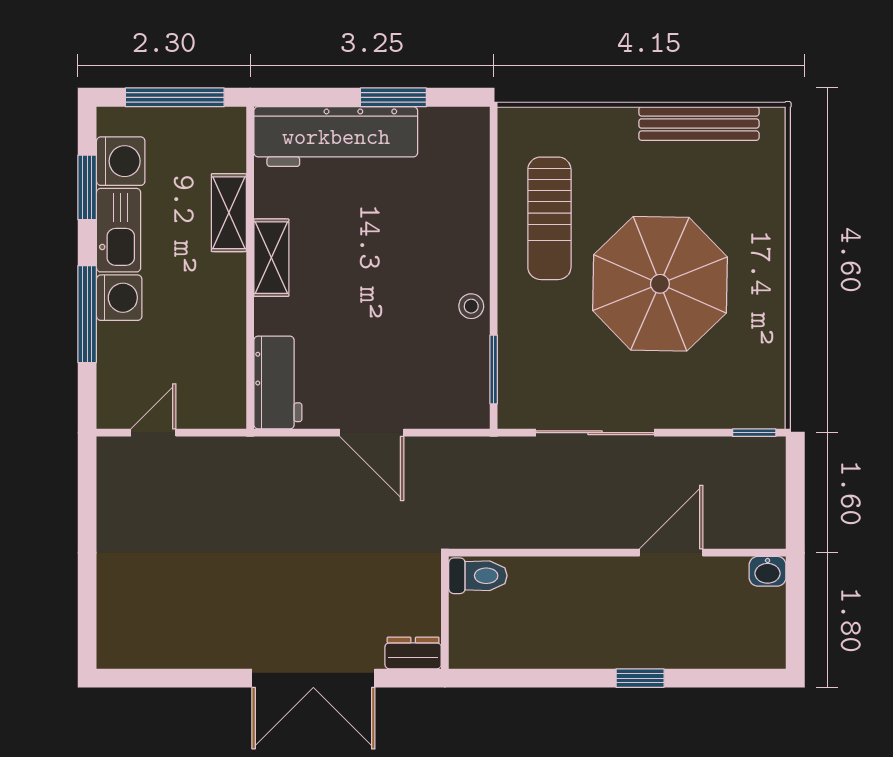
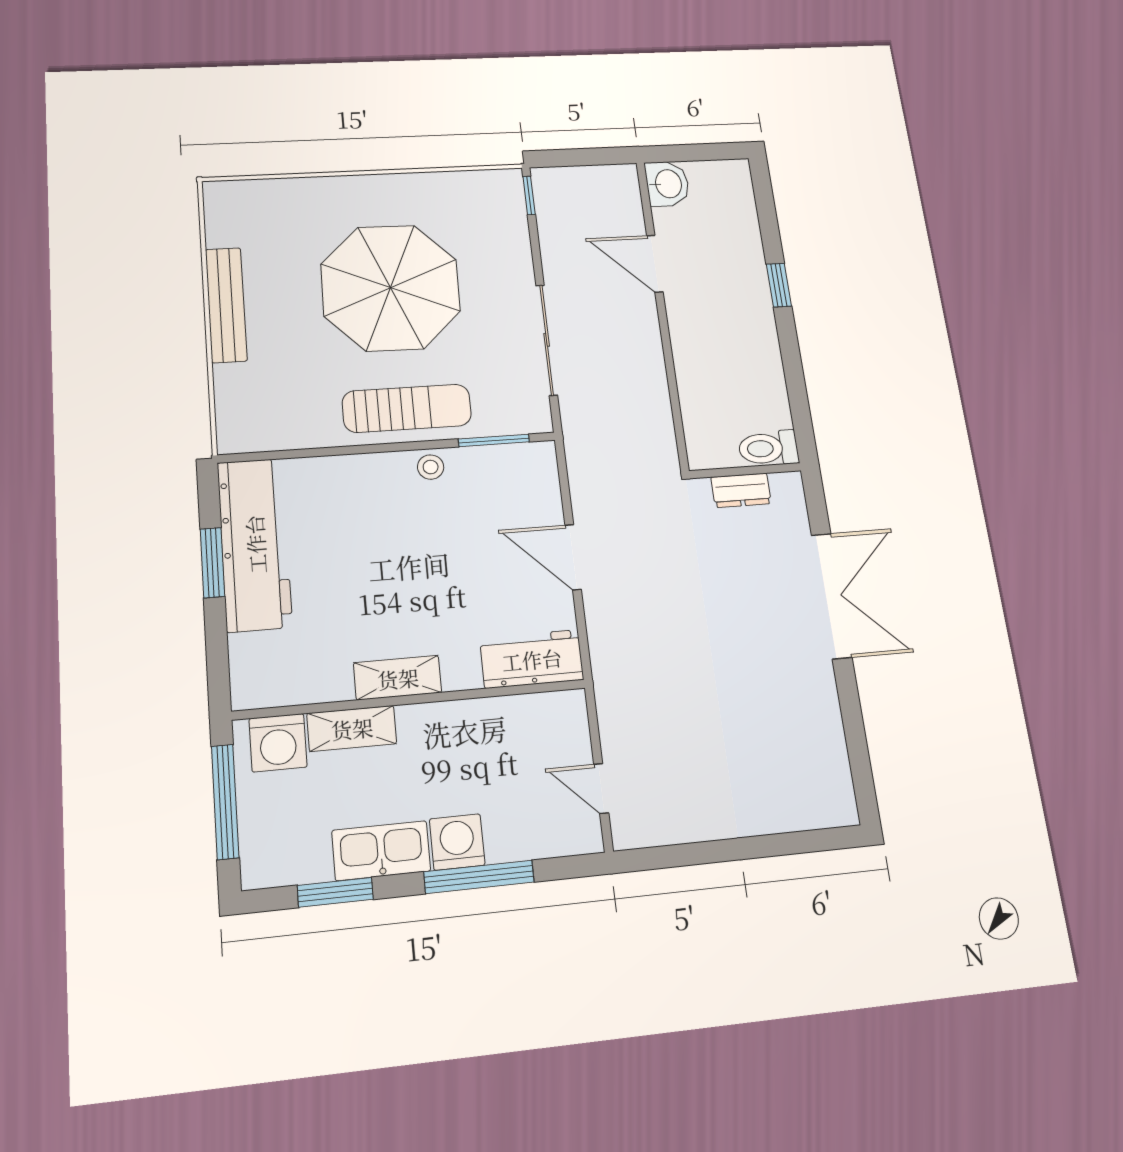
bench: (699, 124) -> (226, 305), moved
workbench: (336, 137) -> (255, 544), moved
washing machine: (121, 161) -> (278, 743), moved, turned 180
sun lounger: (549, 218) -> (407, 408), moved
door: (372, 433) -> (573, 557), swing flipped
washbasin: (768, 571) -> (667, 184), width x1.38, depth x1.45
toilet: (478, 576) -> (768, 448), moved, turned -90
dresser: (413, 653) -> (741, 490), moved, turned -90

